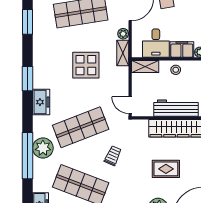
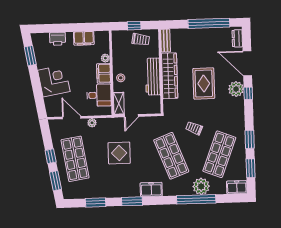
window: (28, 22) -> (96, 202), moved
shelving: (123, 53) -> (108, 123), removed
door: (130, 105) -> (131, 116), moved
plant: (43, 148) -> (201, 186), moved
rug: (166, 169) -> (204, 83), width x1.36, depth x1.43

